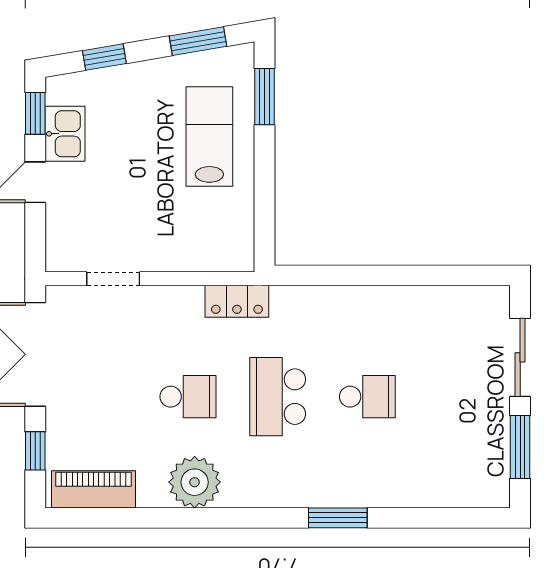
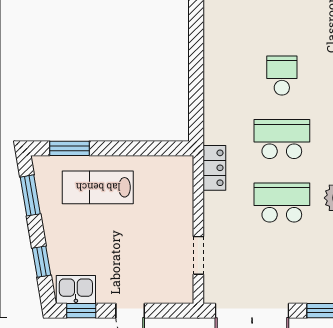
kitchen sink: (65, 134) -> (76, 290), moved
school desk: (188, 397) -> (282, 203), width x1.85
school desk: (278, 397) -> (282, 139), turned 180

